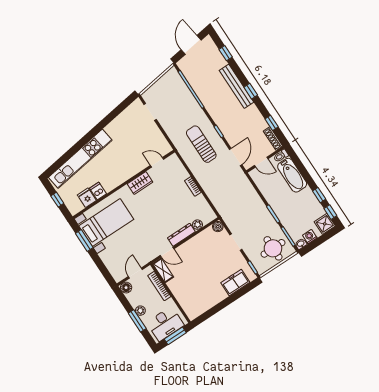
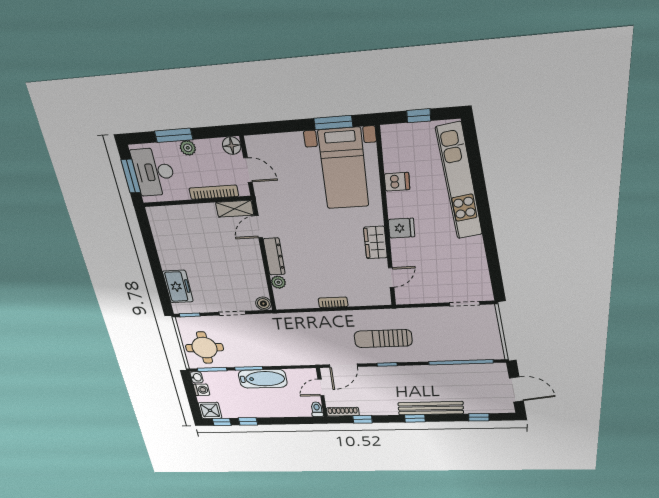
sun lounger: (201, 144) -> (383, 339), turned 180
door: (236, 157) -> (343, 366), hinge flipped
bathtub: (292, 175) -> (263, 379), moved, turned 180
fridge: (87, 198) -> (402, 228), moved

